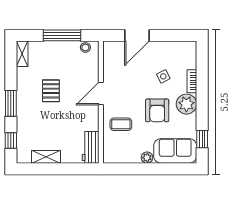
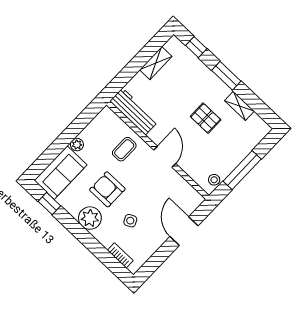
shelving: (22, 54) -> (239, 106), moved
bookcase: (192, 81) -> (120, 255), moved
workbench: (91, 147) -> (134, 111), width x1.38

